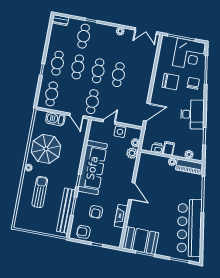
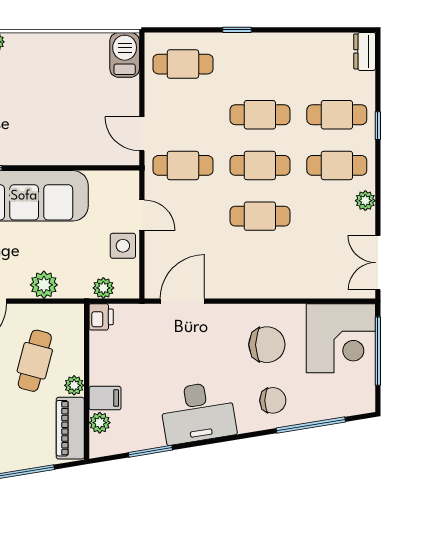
corner desk: (189, 54) -> (341, 338), moved, turned -90
cafe table: (57, 63) -> (337, 165), moved
chair: (170, 82) -> (267, 345), turned -90
door: (147, 112) -> (182, 301), swing flipped
door: (77, 116) -> (142, 134), hinge flipped
barbecue: (55, 119) -> (125, 55), moved
printer: (157, 148) -> (101, 317), moved
filing cabinet: (169, 148) -> (105, 398), moved
parasol: (46, 149) -> (48, 75), removed
plant: (132, 153) -> (44, 285), moved
cafe table: (159, 176) -> (35, 361), added

